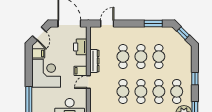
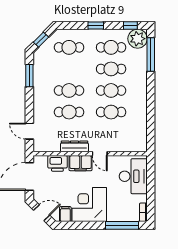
cafe table: (159, 57) -> (69, 47), moved
filing cabinet: (81, 71) -> (81, 163), width x2.00

